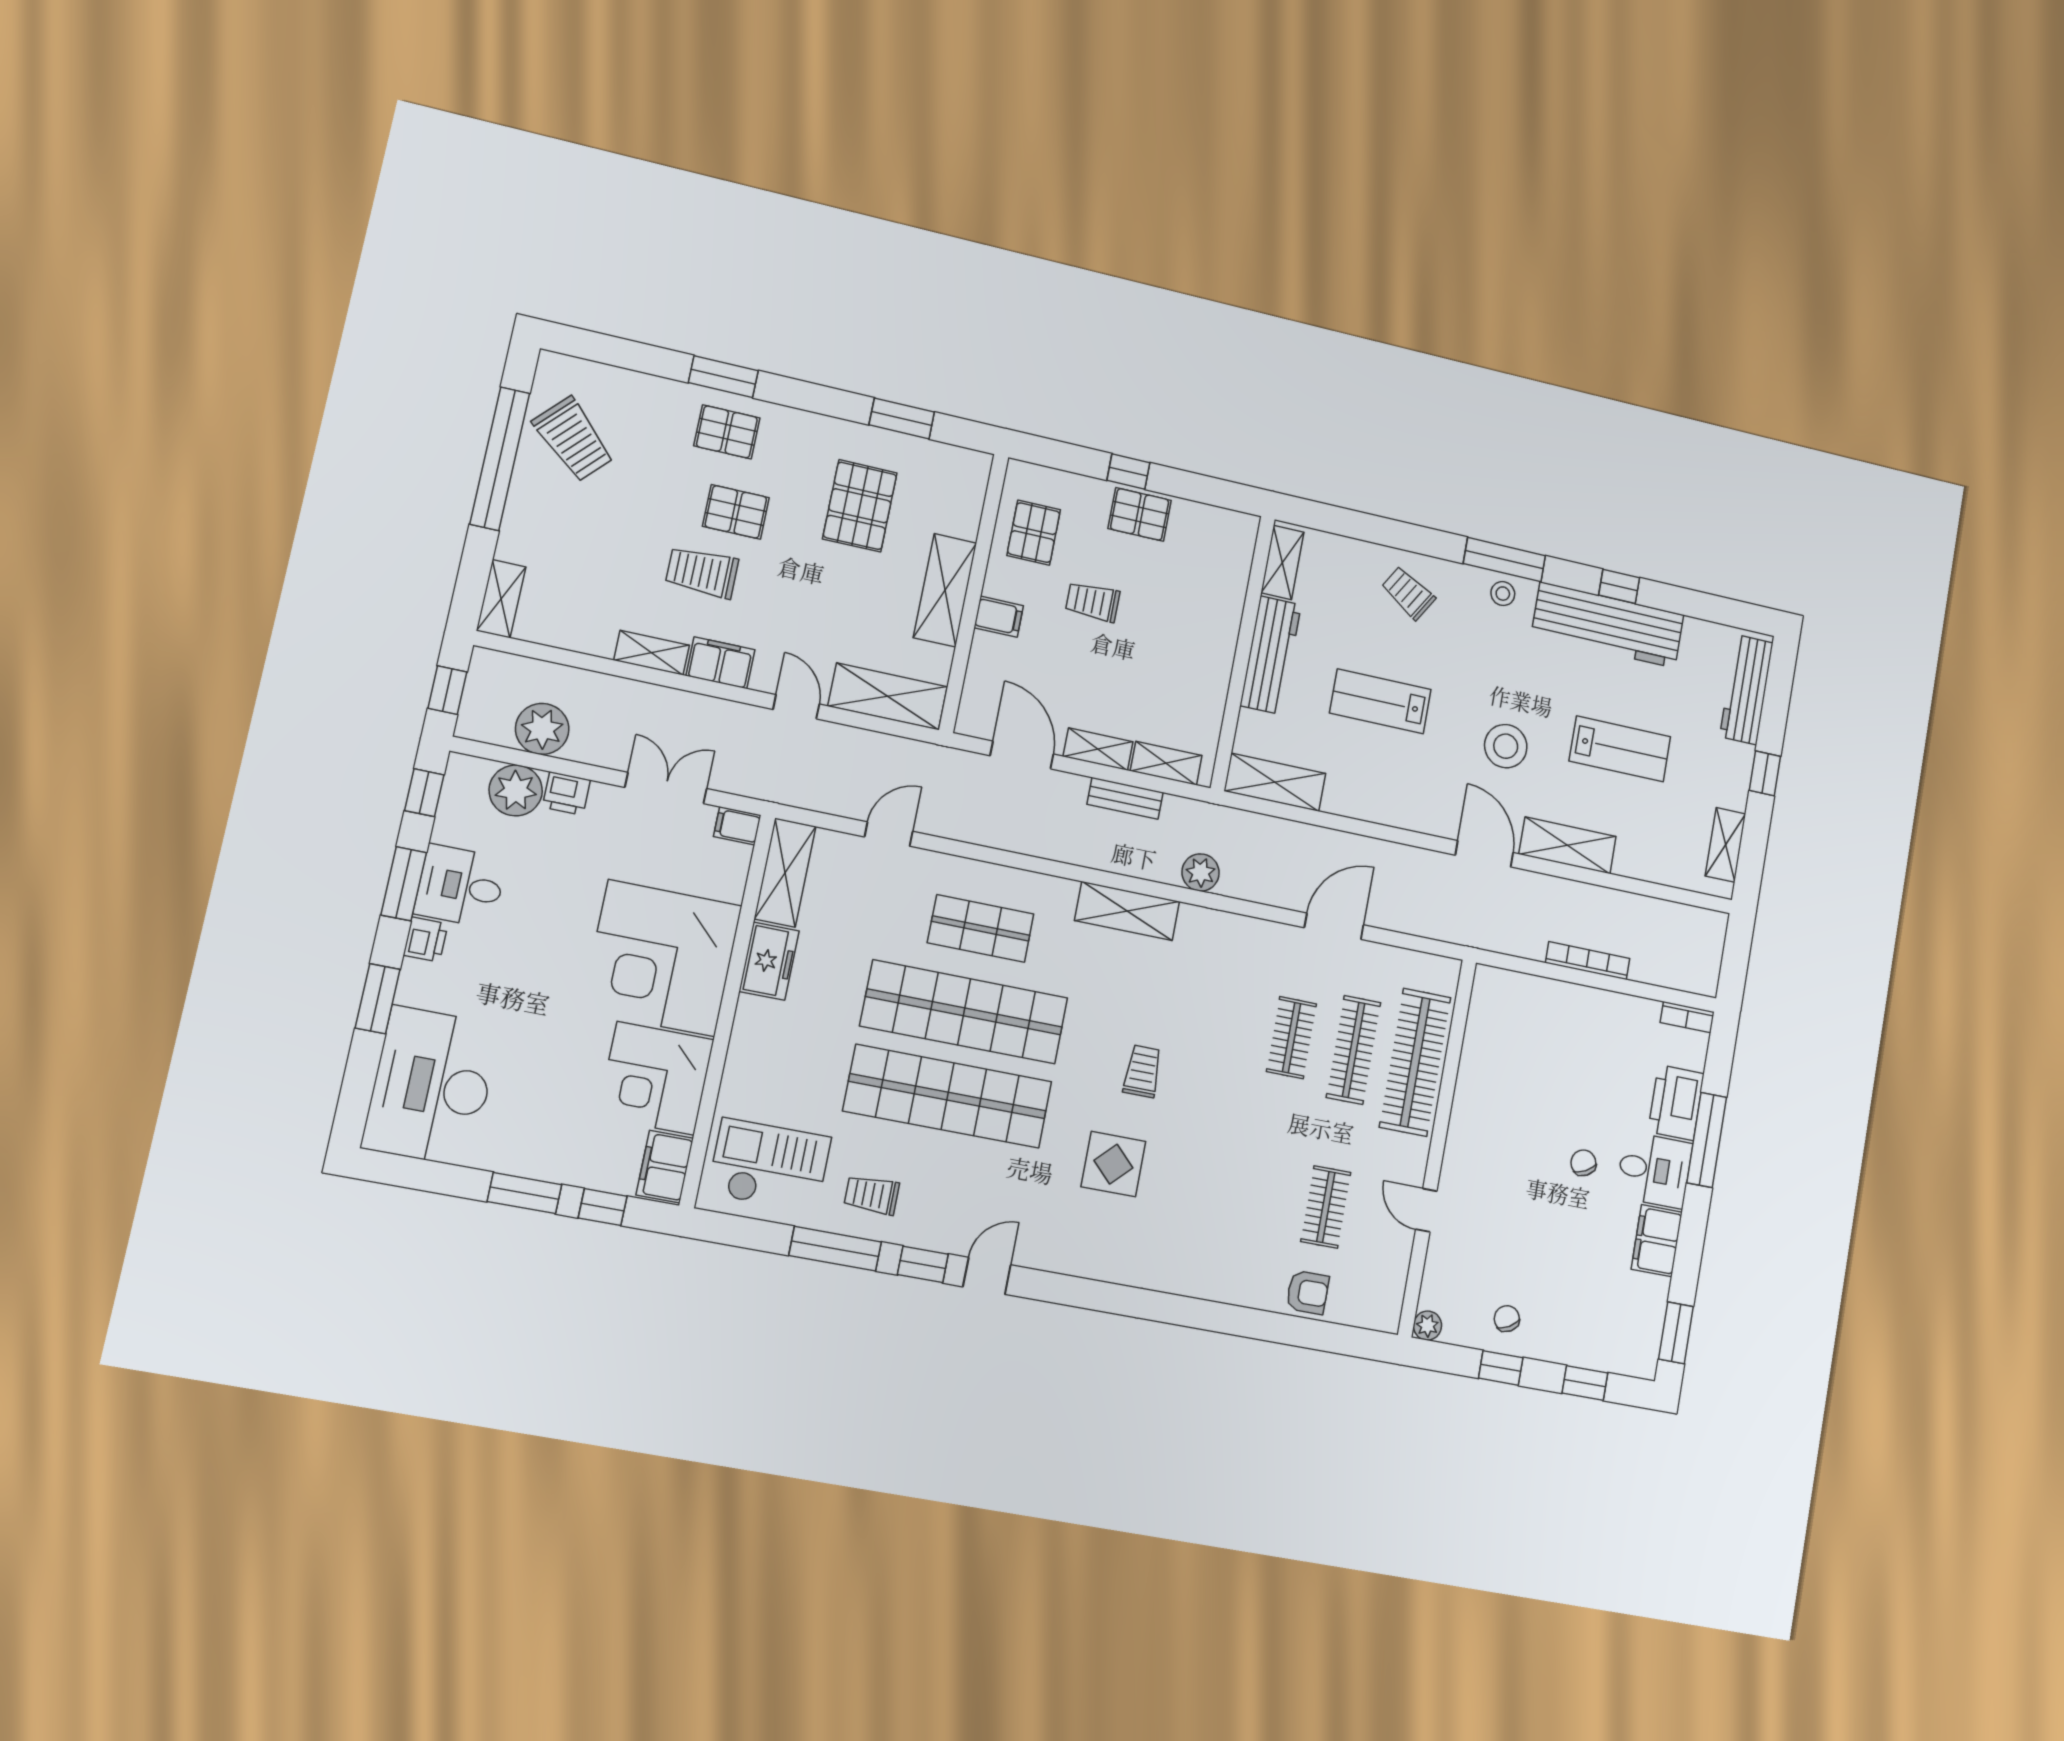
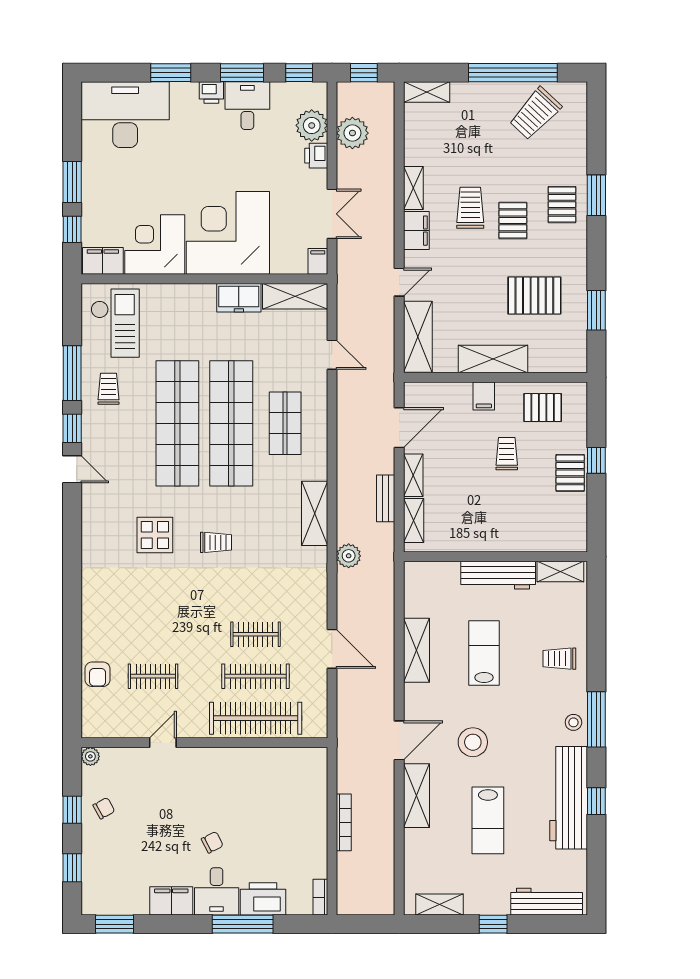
trolley: (1408, 593) -> (559, 659), turned -121
shelving: (1275, 782) -> (417, 650), moved

